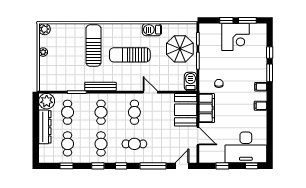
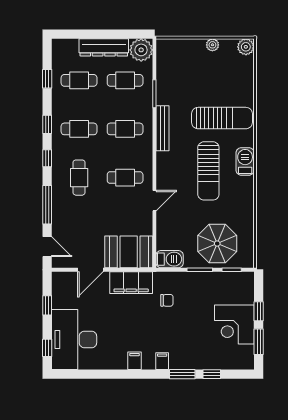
barbecue: (152, 30) -> (245, 161), moved
sun lounger: (130, 55) -> (208, 171), turned 180

